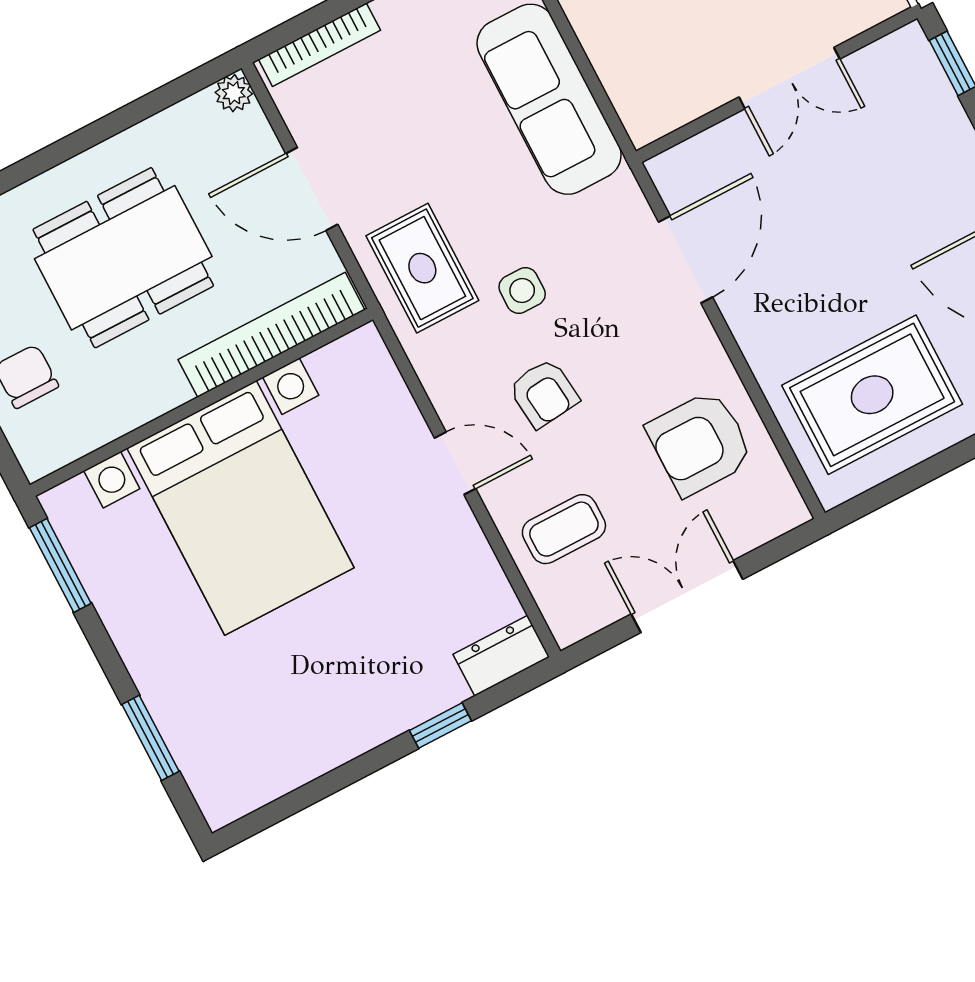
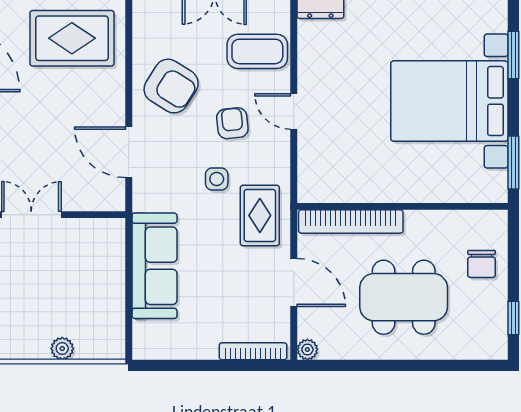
door: (686, 260) -> (129, 152), hinge flipped
armchair: (700, 443) -> (171, 86), moved, turned 32
bed with nightstands: (240, 508) -> (449, 101), moved, turned -90
coffee table: (564, 529) -> (257, 51), width x1.36, depth x1.30

